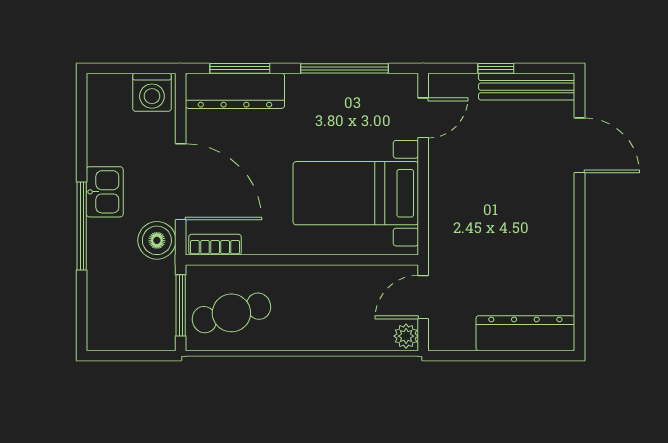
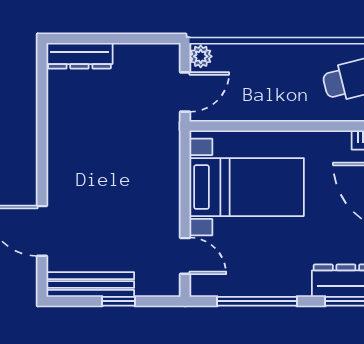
door: (423, 118) -> (185, 256), swing flipped
dresser: (525, 333) -> (79, 56), width x0.73, depth x0.80

